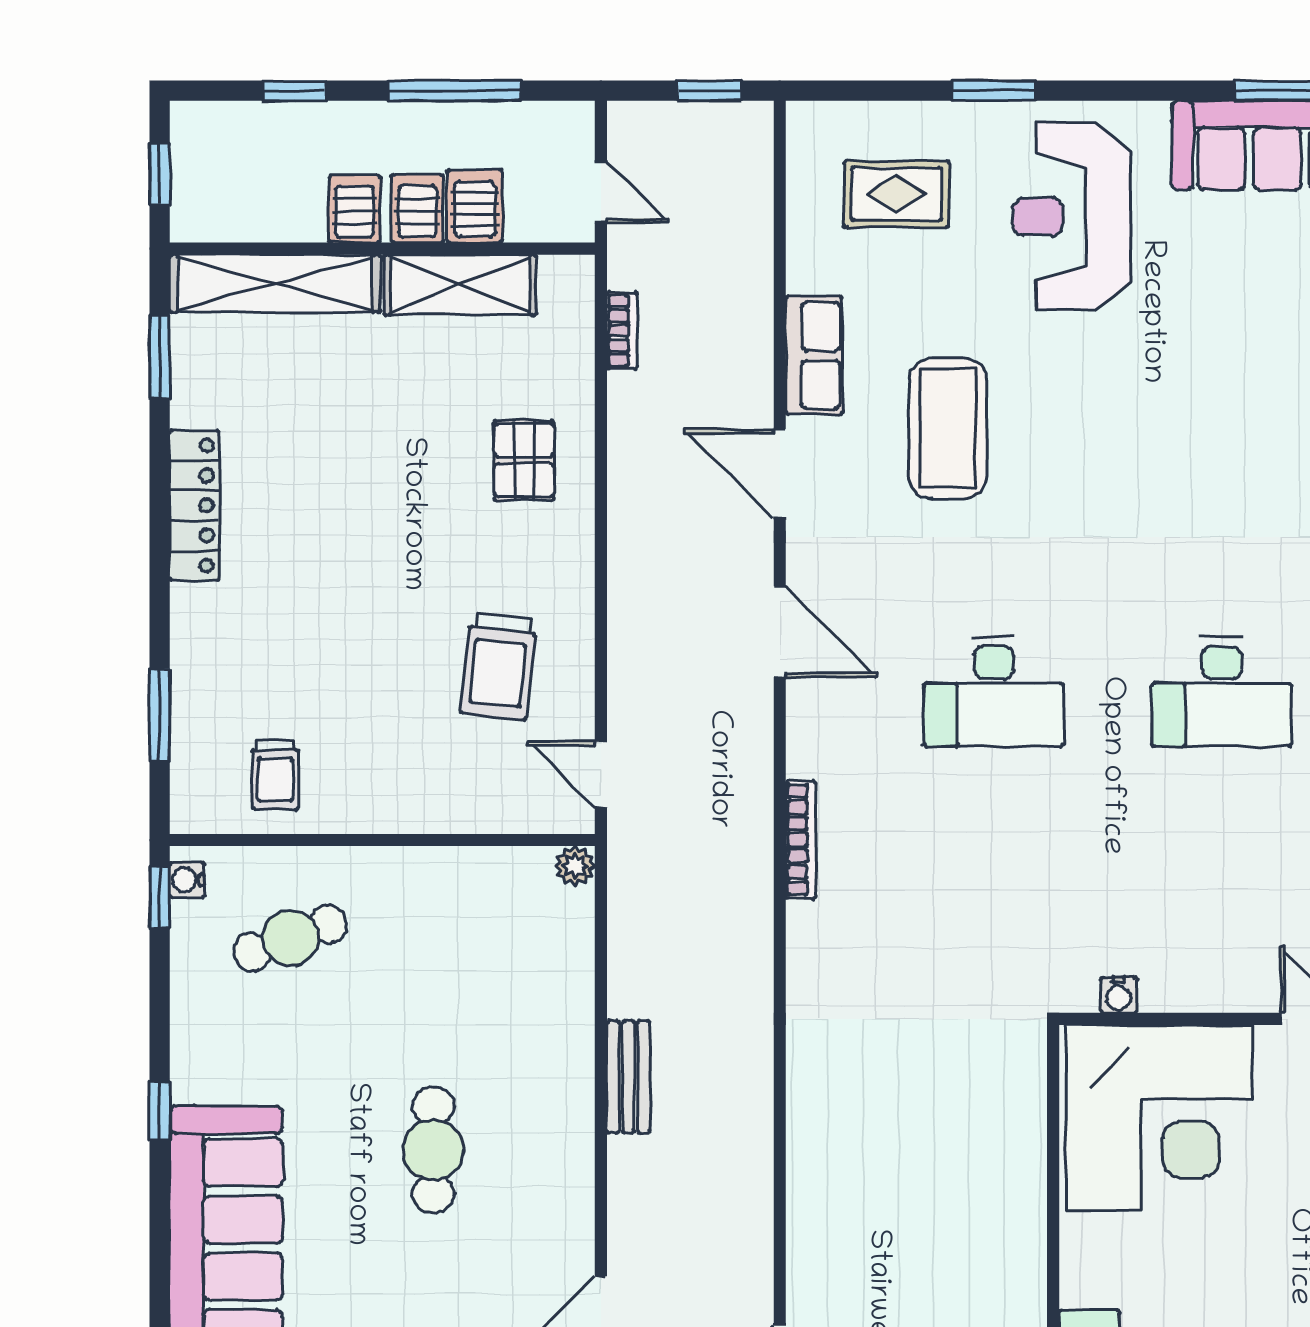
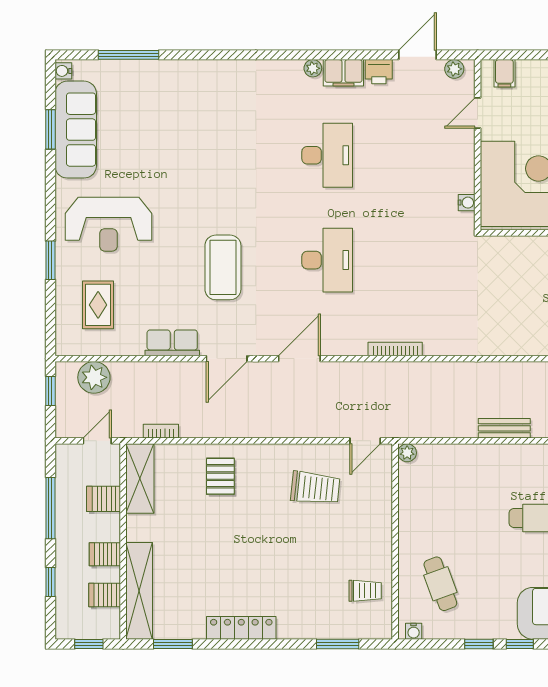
plant: (739, 185) -> (94, 377), added
server rack: (417, 209) -> (105, 595), moved
shelving: (460, 285) -> (140, 478), moved
coffee table: (948, 429) -> (223, 267), moved, turned 90
pallet: (524, 460) -> (220, 476), turned 90
window: (160, 897) -> (479, 644), moved

